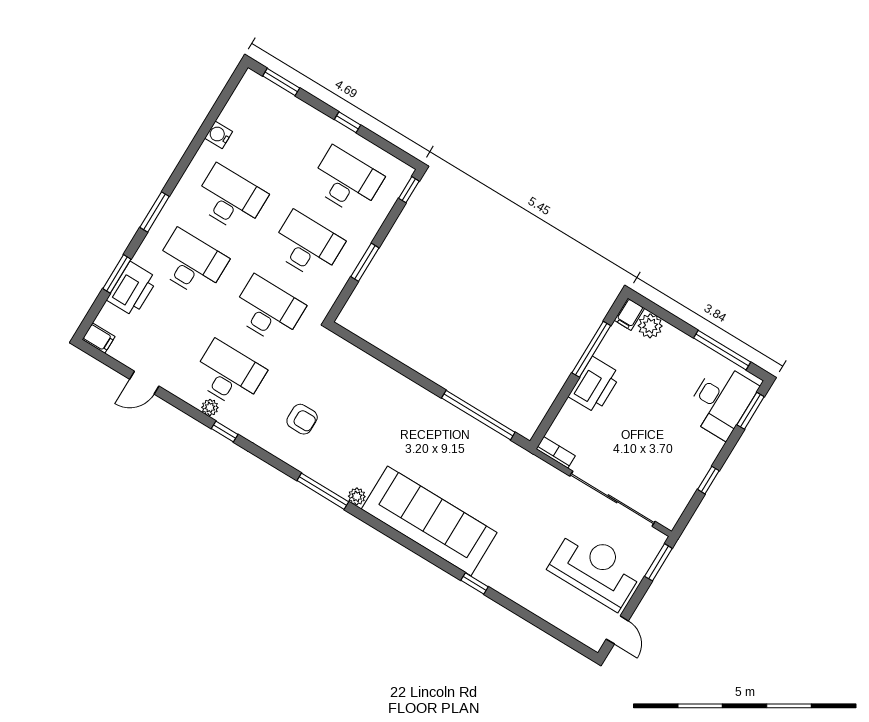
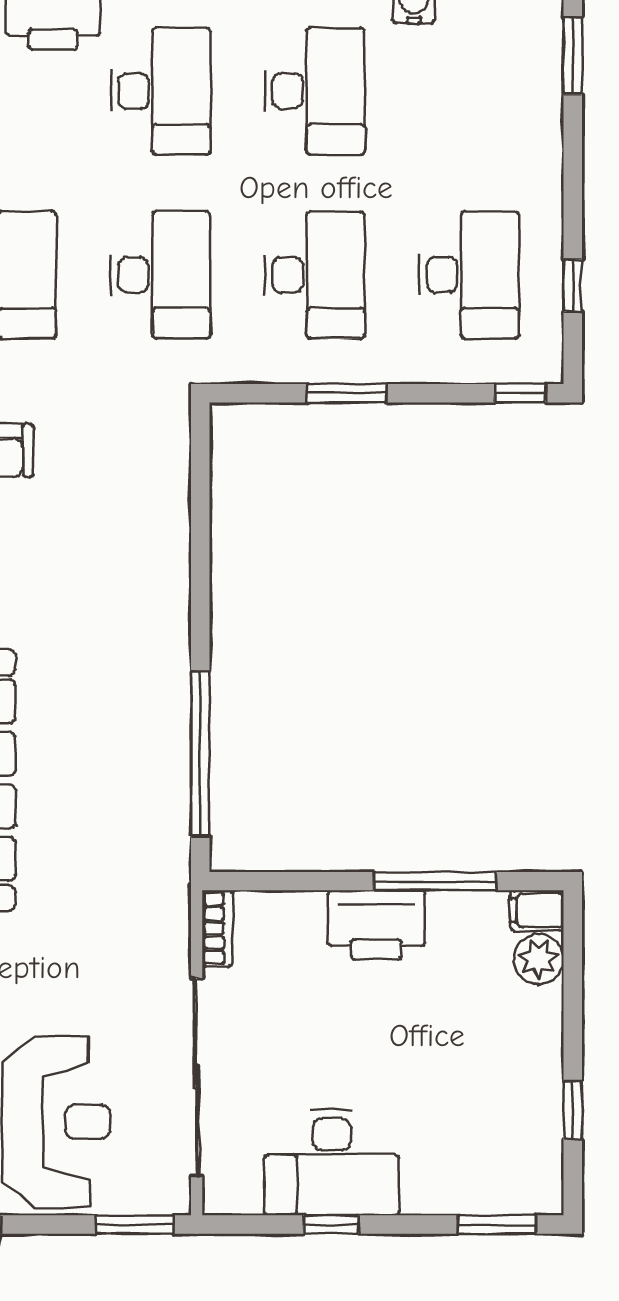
window: (347, 122) -> (573, 286), moved
window: (722, 350) -> (573, 1110), width x0.46
desk: (721, 401) -> (332, 1163), moved

